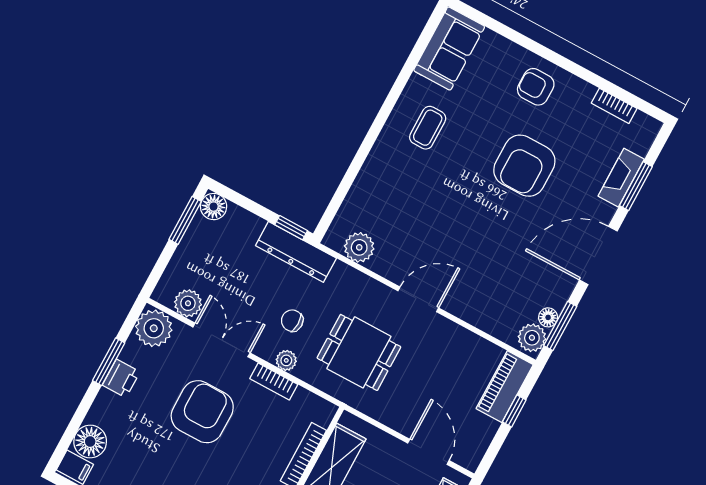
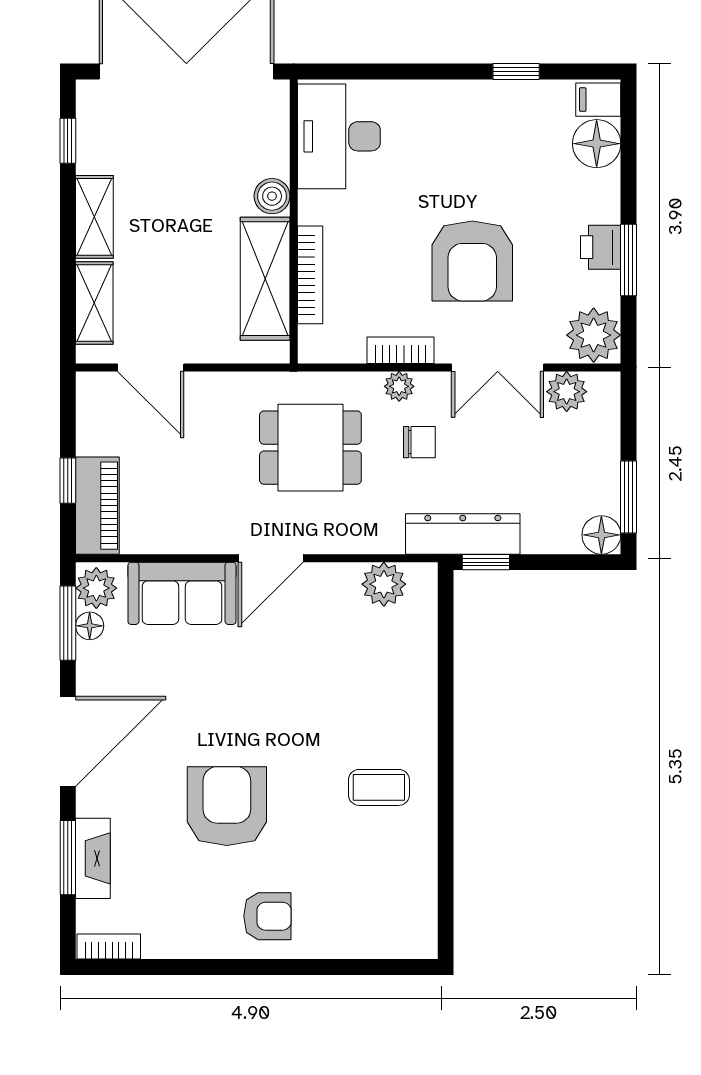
sofa: (449, 49) -> (182, 593), moved, turned -90
bookcase: (614, 106) -> (109, 947), moved
coffee table: (428, 128) -> (379, 787), turned 90

